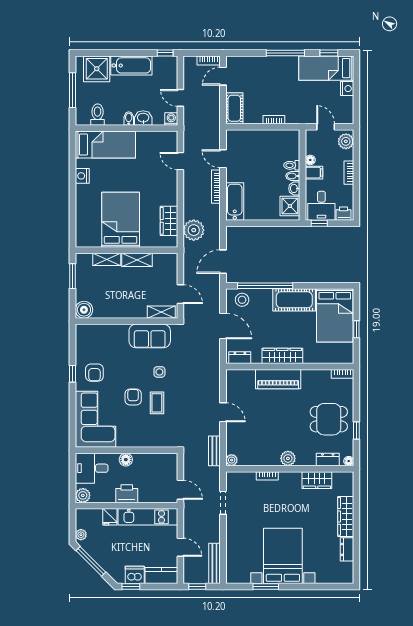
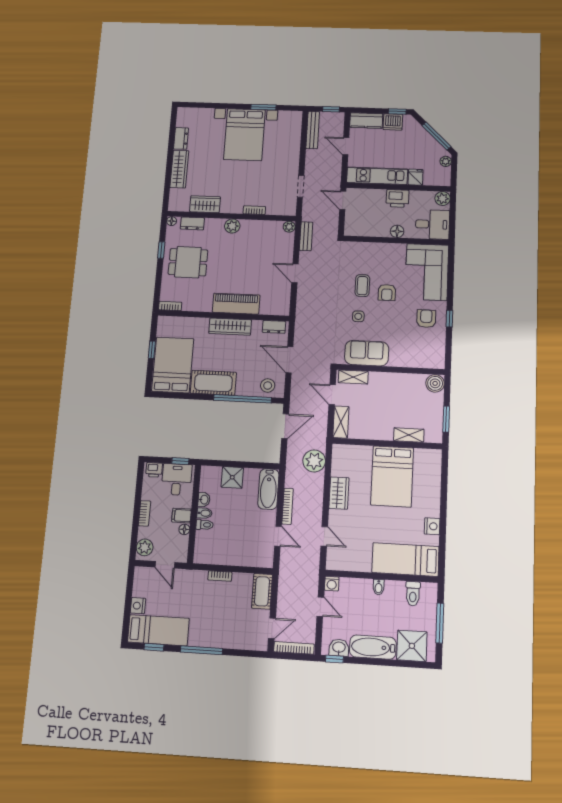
bookcase: (209, 60) -> (294, 648), width x1.56
washbasin: (143, 118) -> (339, 648), moved, turned 180
shower: (290, 206) -> (232, 477), moved
wardrobe: (169, 221) -> (339, 493), moved
shelving: (137, 260) -> (341, 422), moved, turned 90

